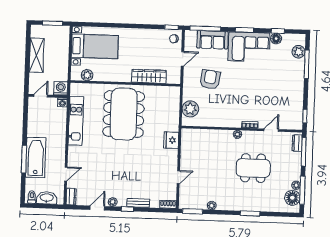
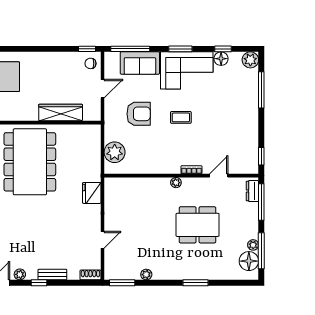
plant: (299, 52) -> (250, 60), moved
armchair: (210, 80) -> (139, 114), turned 82
coffee table: (243, 83) -> (181, 117), added

